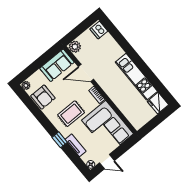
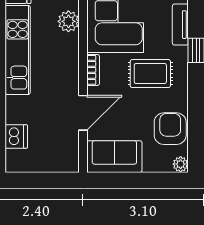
dishwasher: (99, 30) -> (16, 136), moved
plant: (75, 47) -> (68, 21), moved
door: (86, 73) -> (83, 113), hinge flipped

